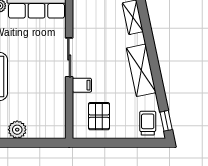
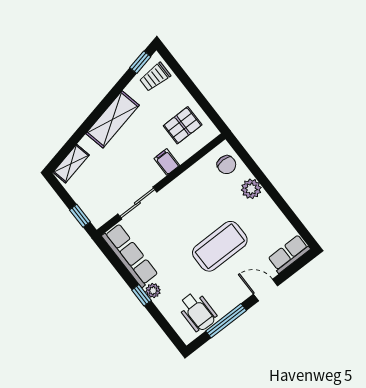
sliding door: (69, 57) -> (137, 203), moved
chair: (48, 125) -> (227, 165), added

